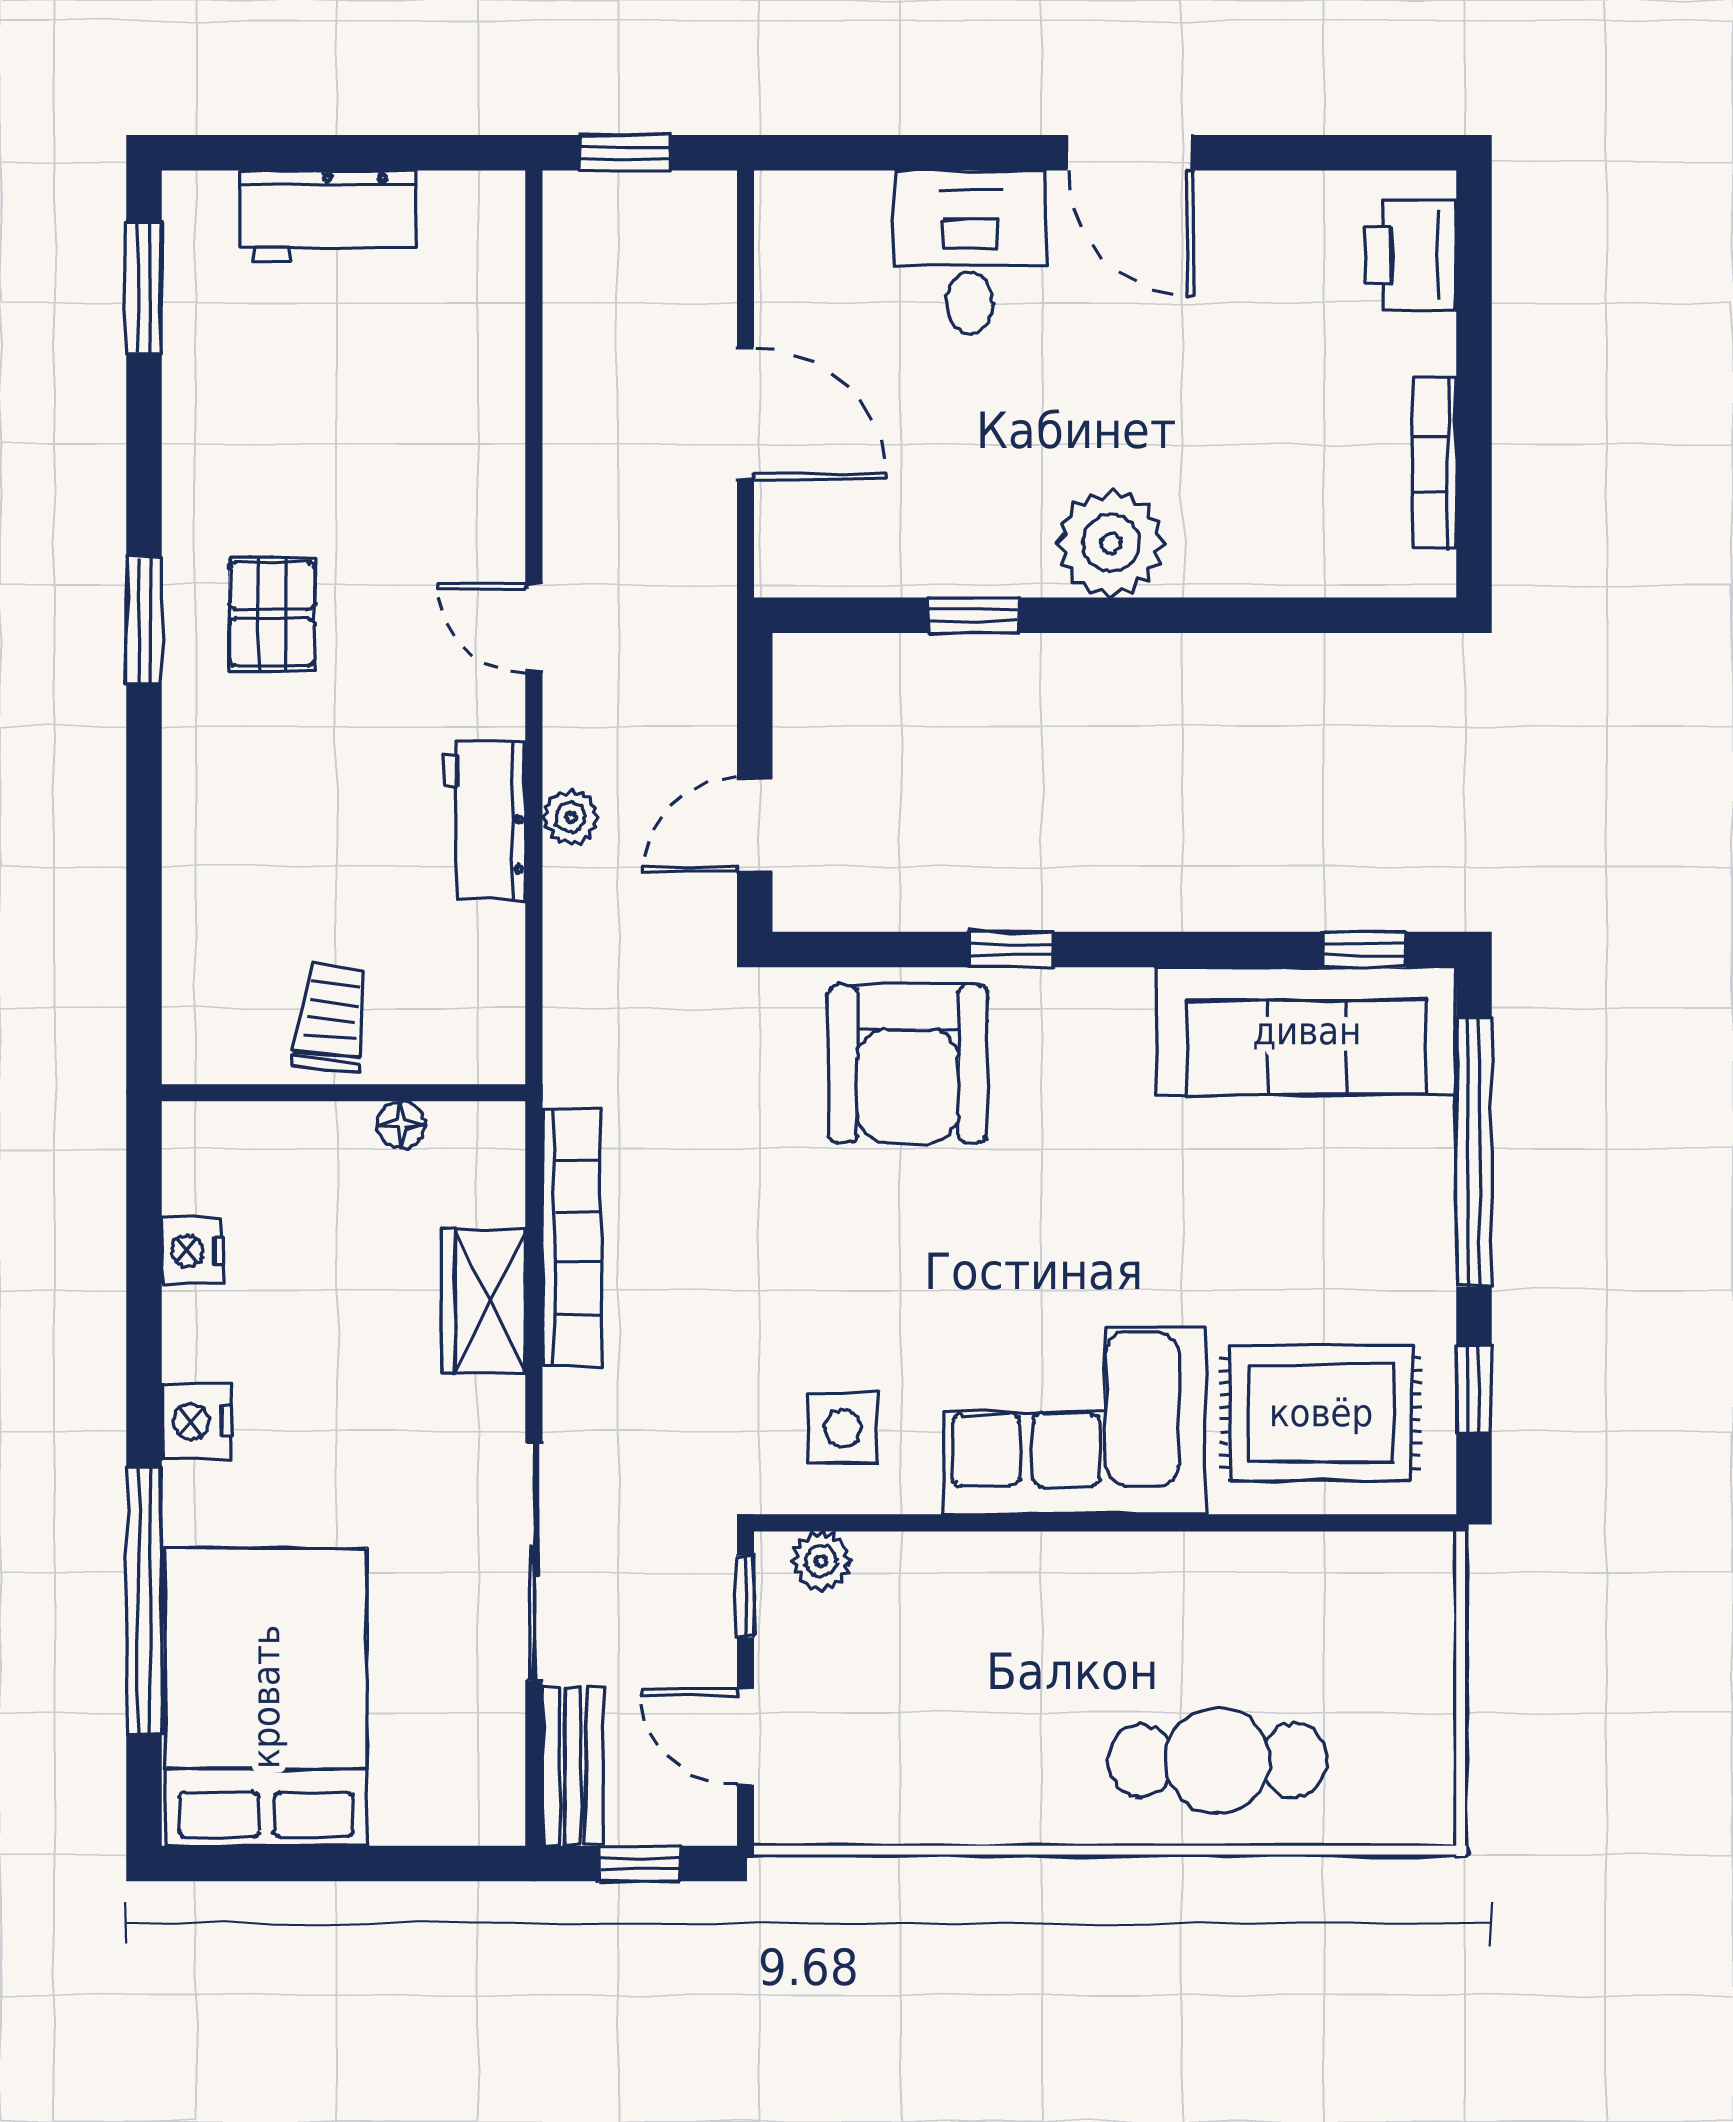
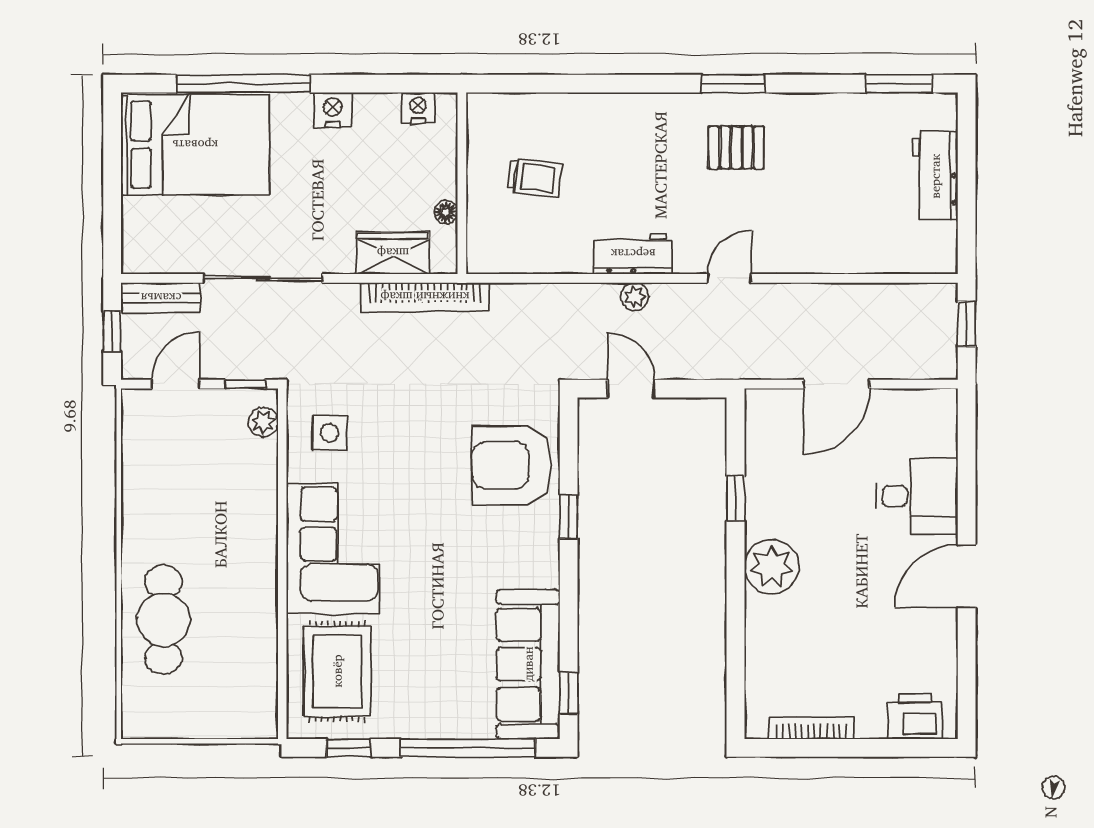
wall: (344, 1093) -> (462, 183), moved
floor lamp: (401, 1125) -> (446, 212), moved

